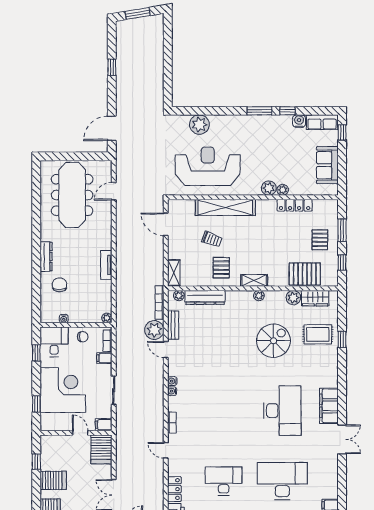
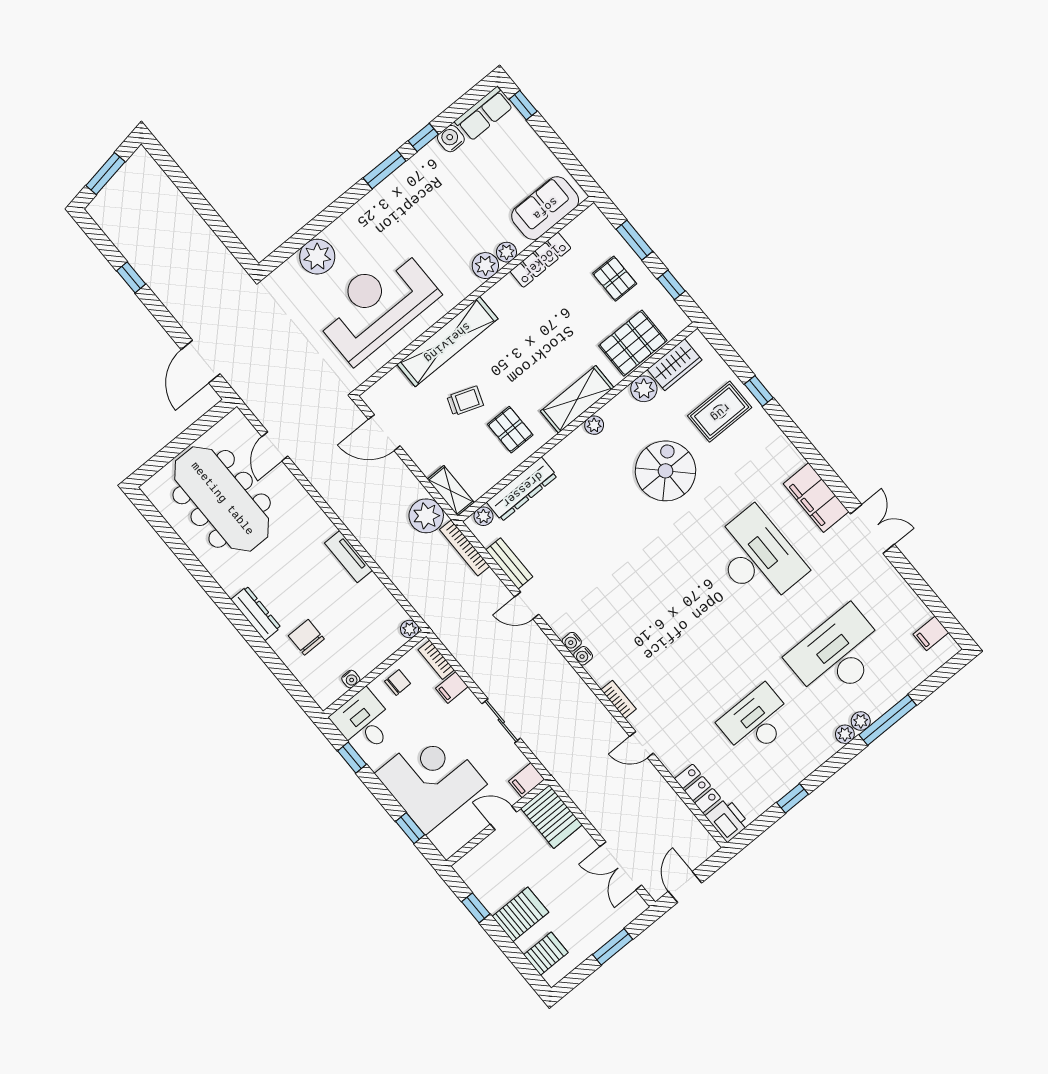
sofa: (327, 165) -> (545, 208), moved, turned 90
shelving: (254, 280) -> (577, 399), width x1.50, depth x1.33
plant: (154, 330) -> (426, 516), moved

